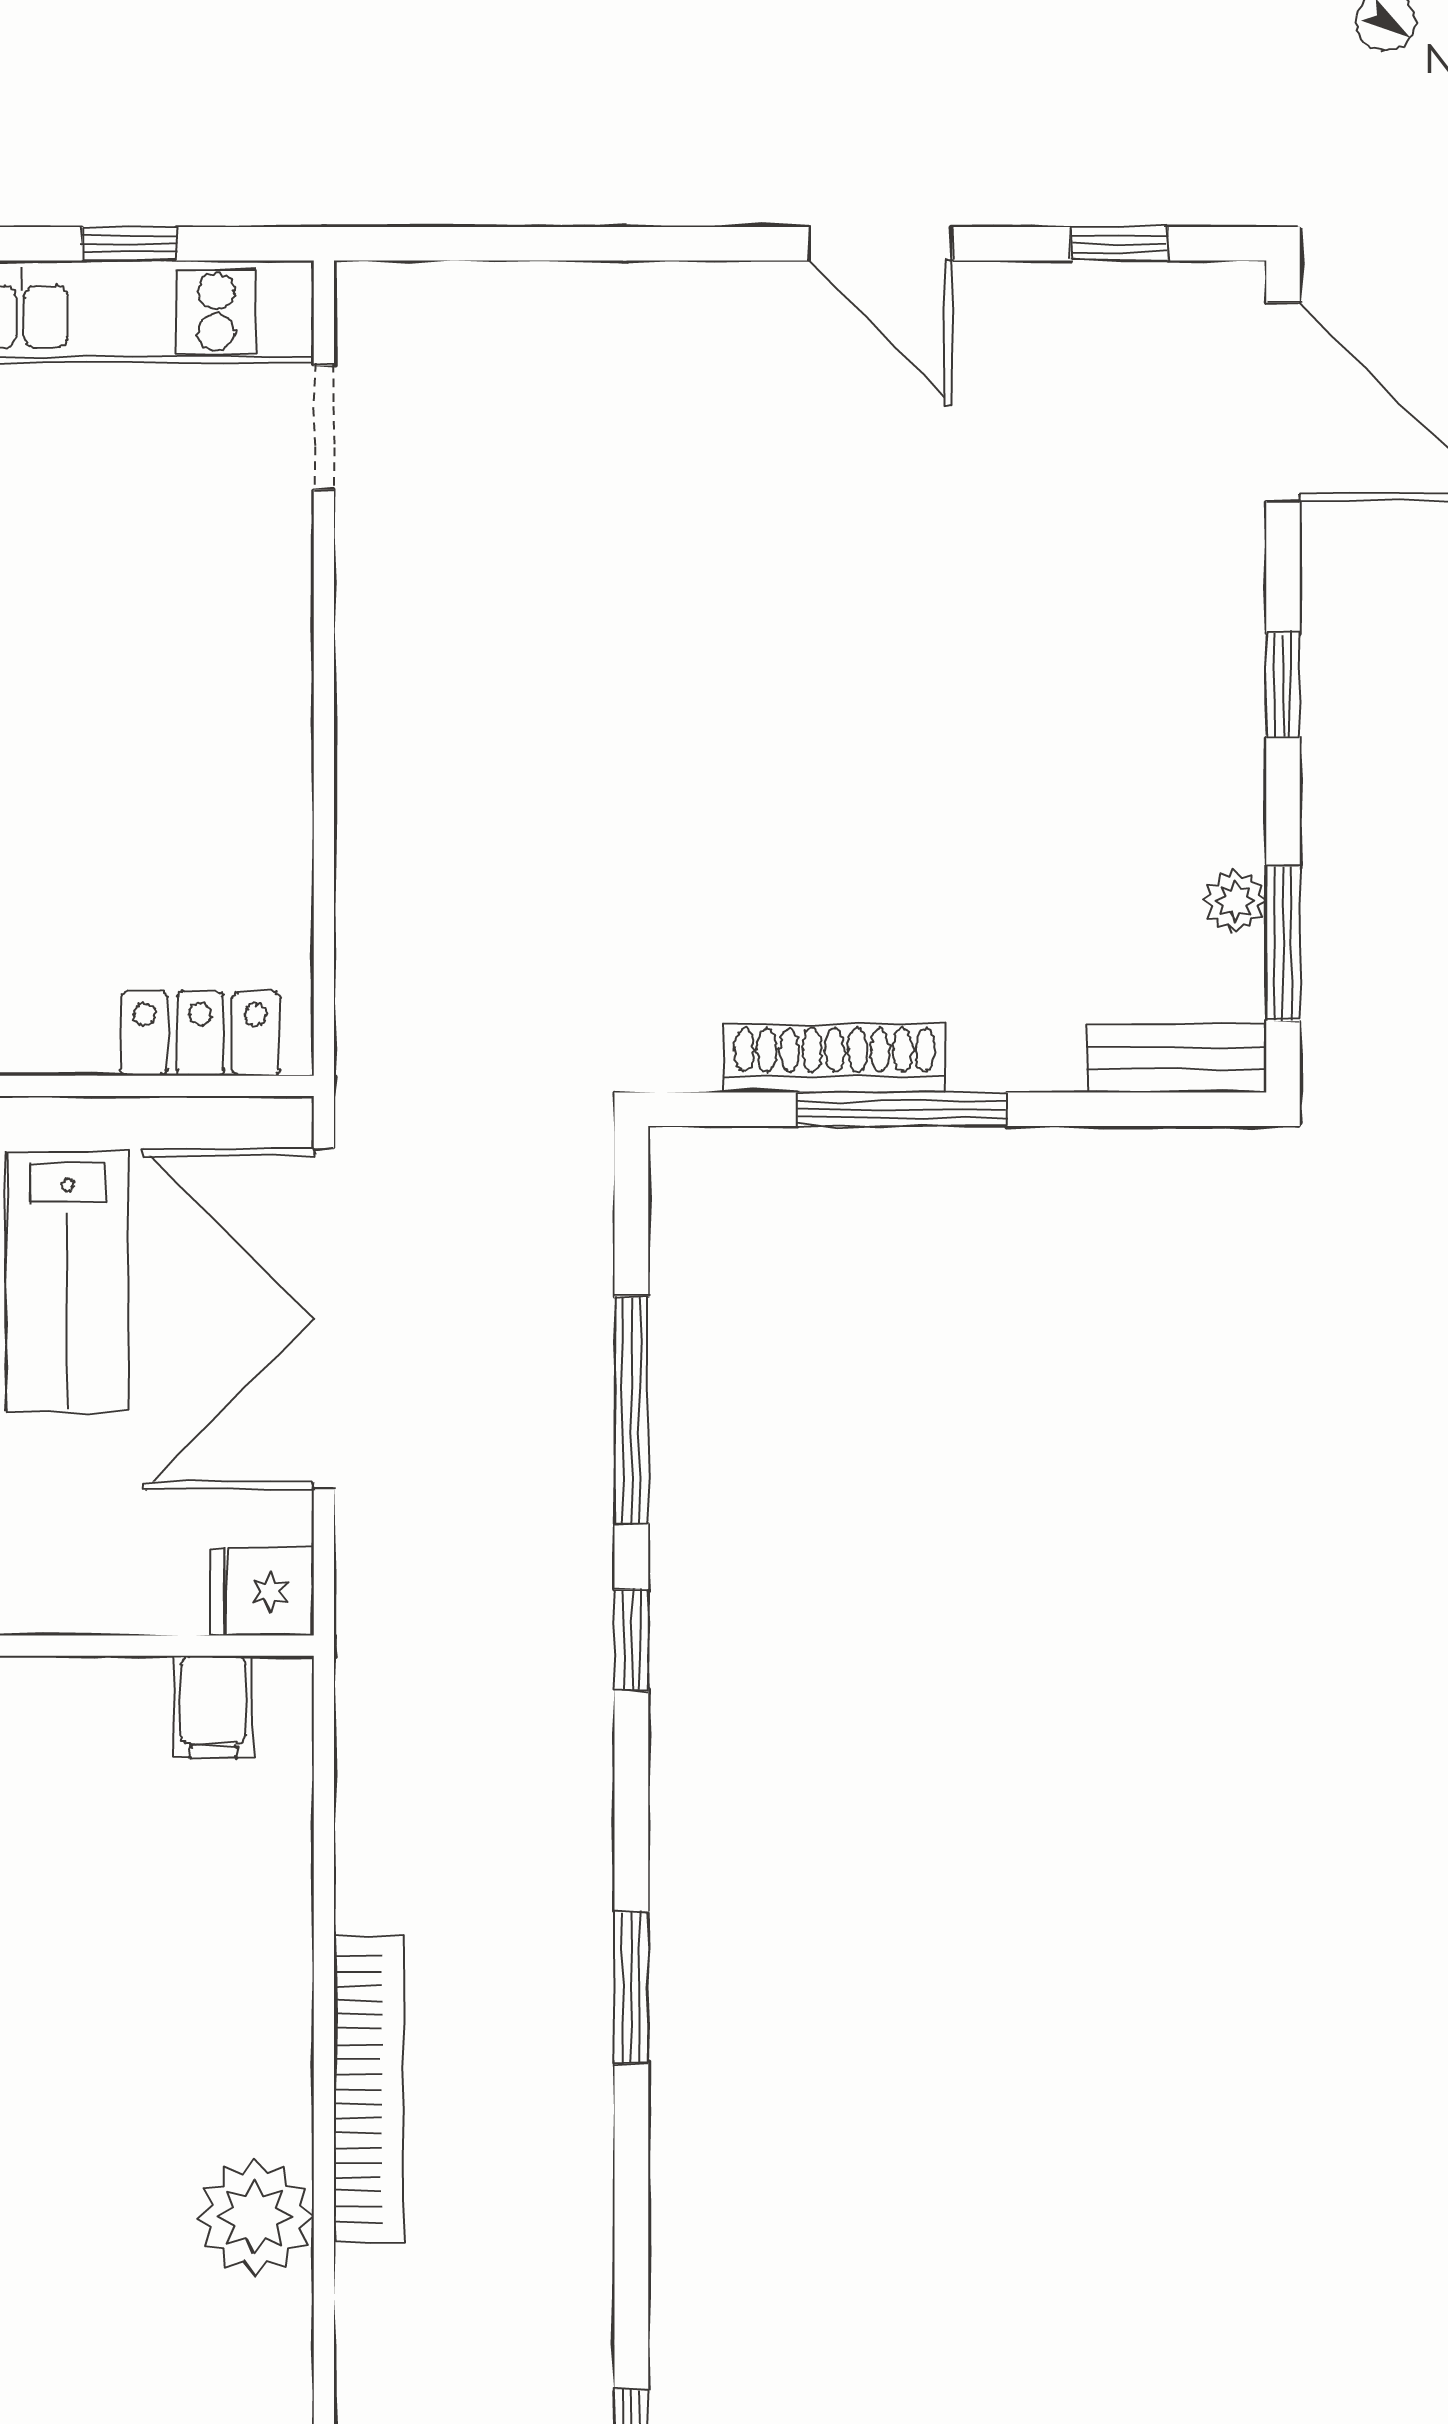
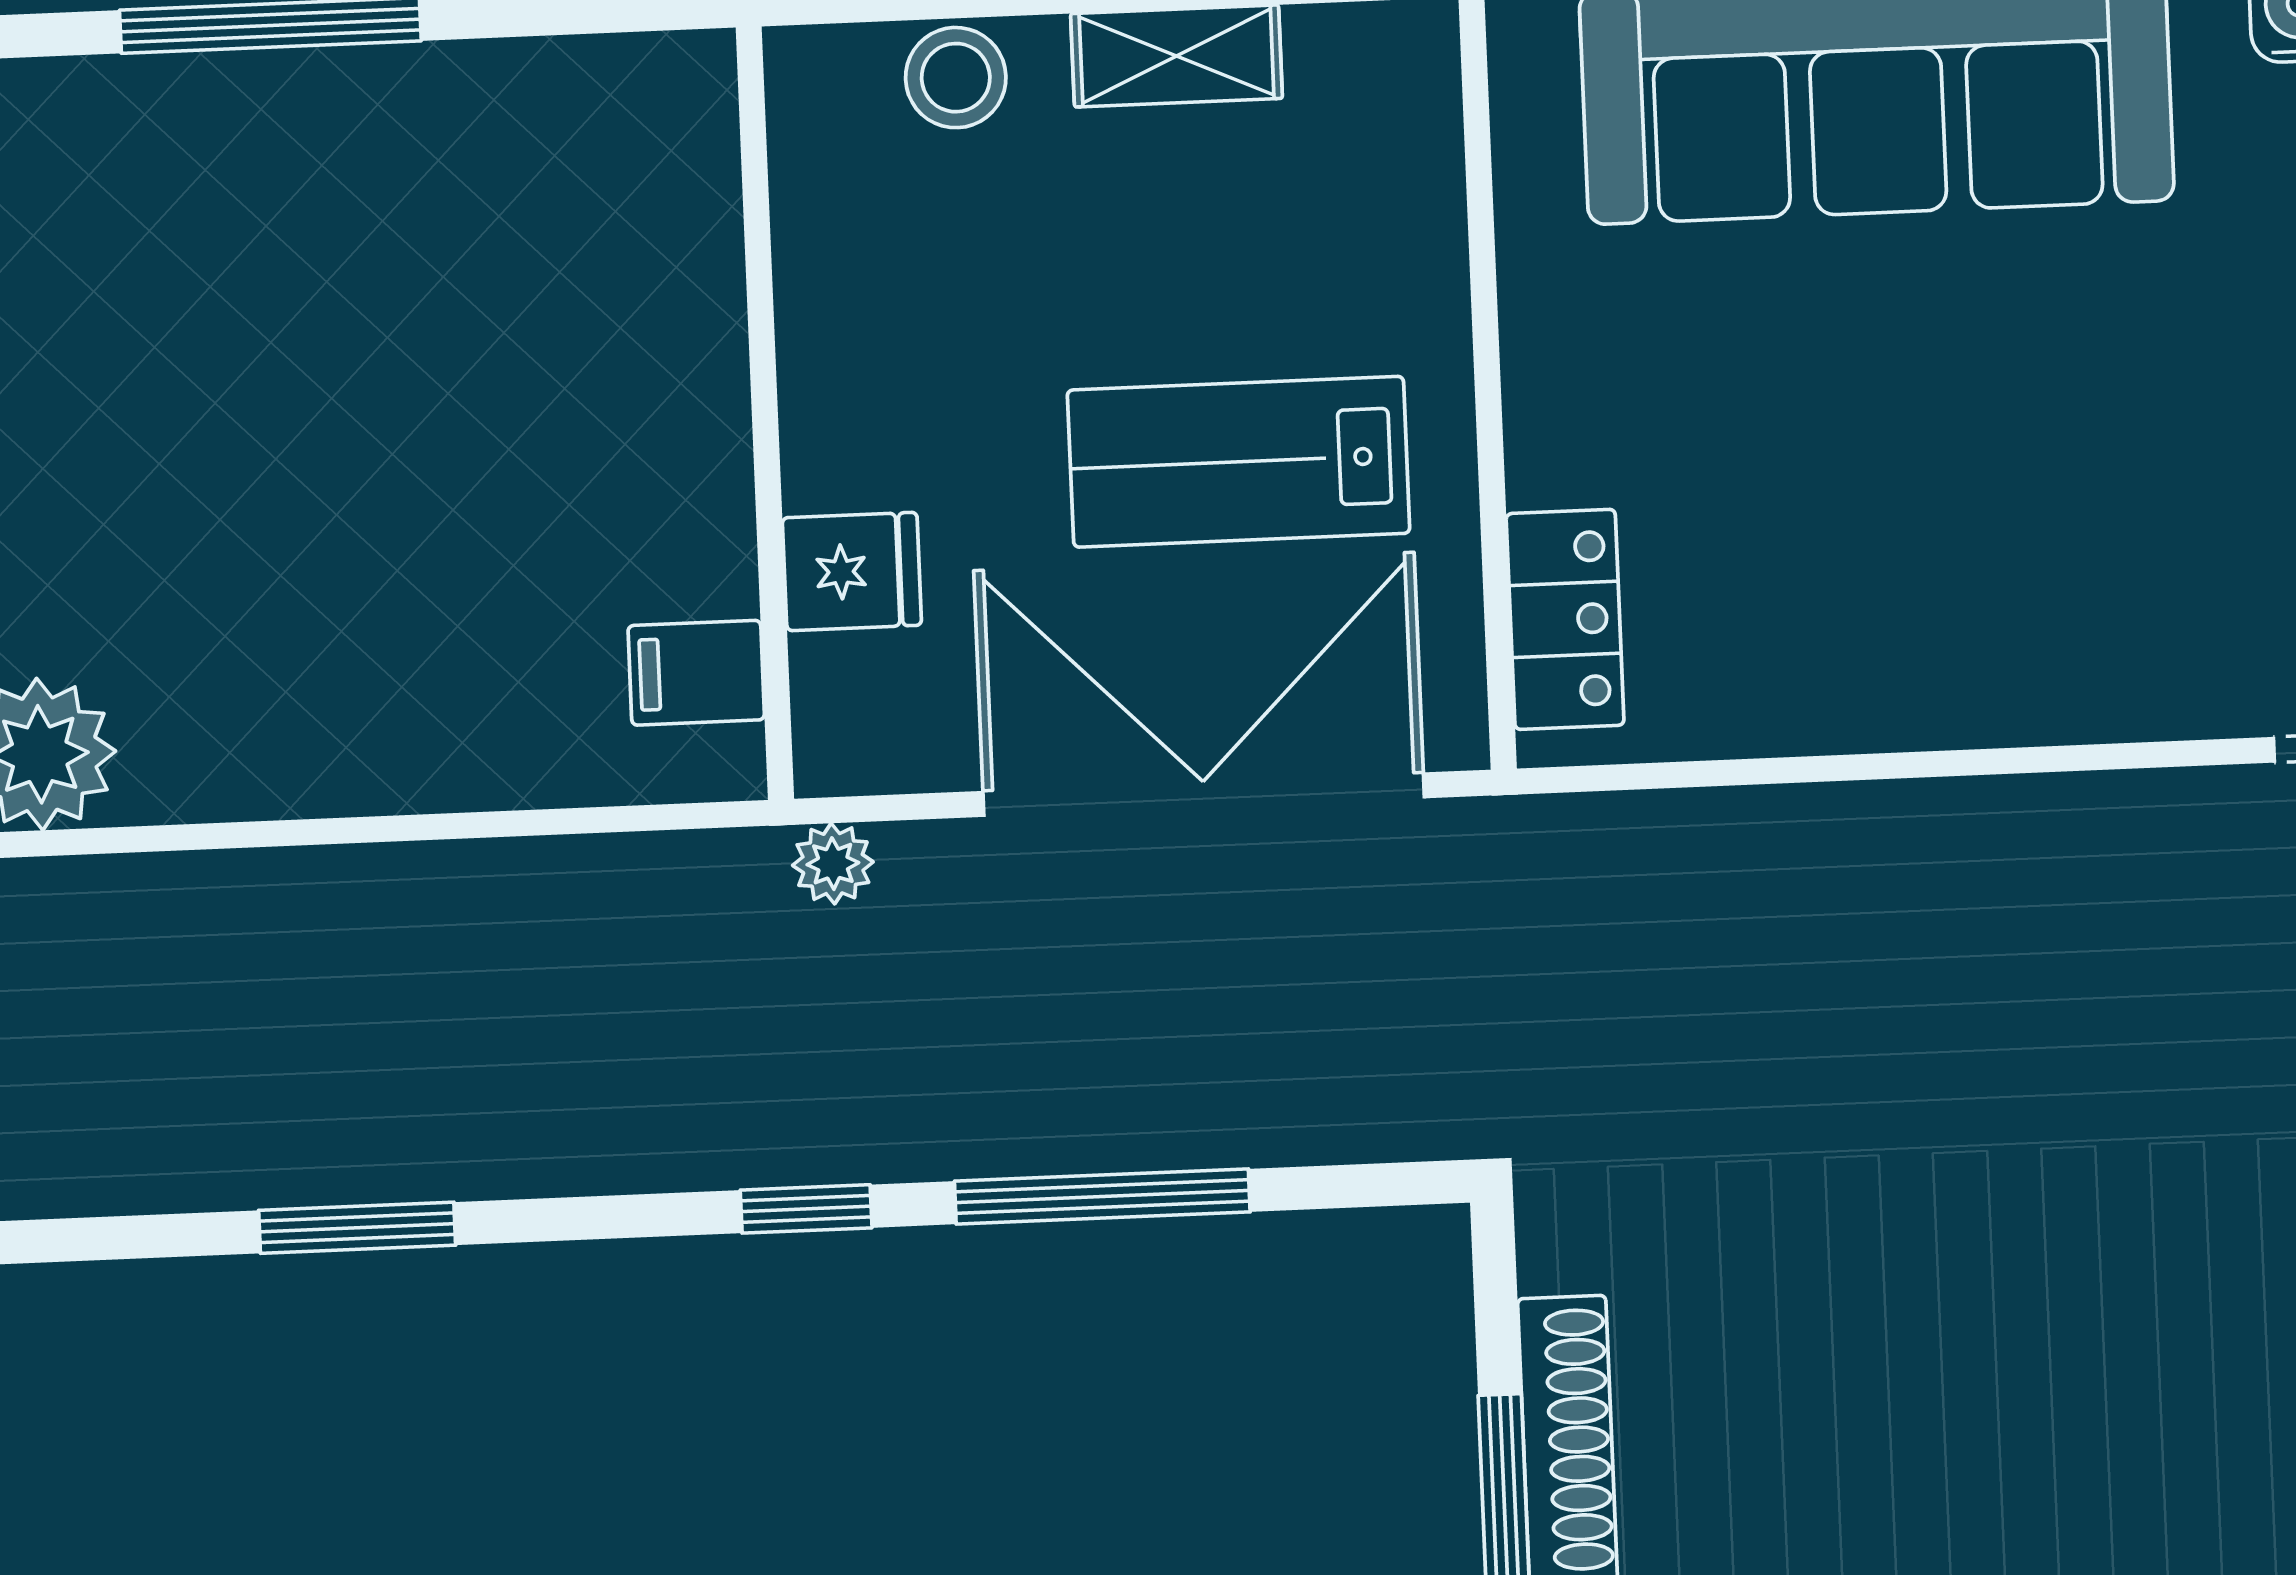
fridge: (262, 1592) -> (852, 572), moved, turned 90
plant: (365, 1608) -> (833, 864), added
bookcase: (369, 2089) -> (212, 894), removed

